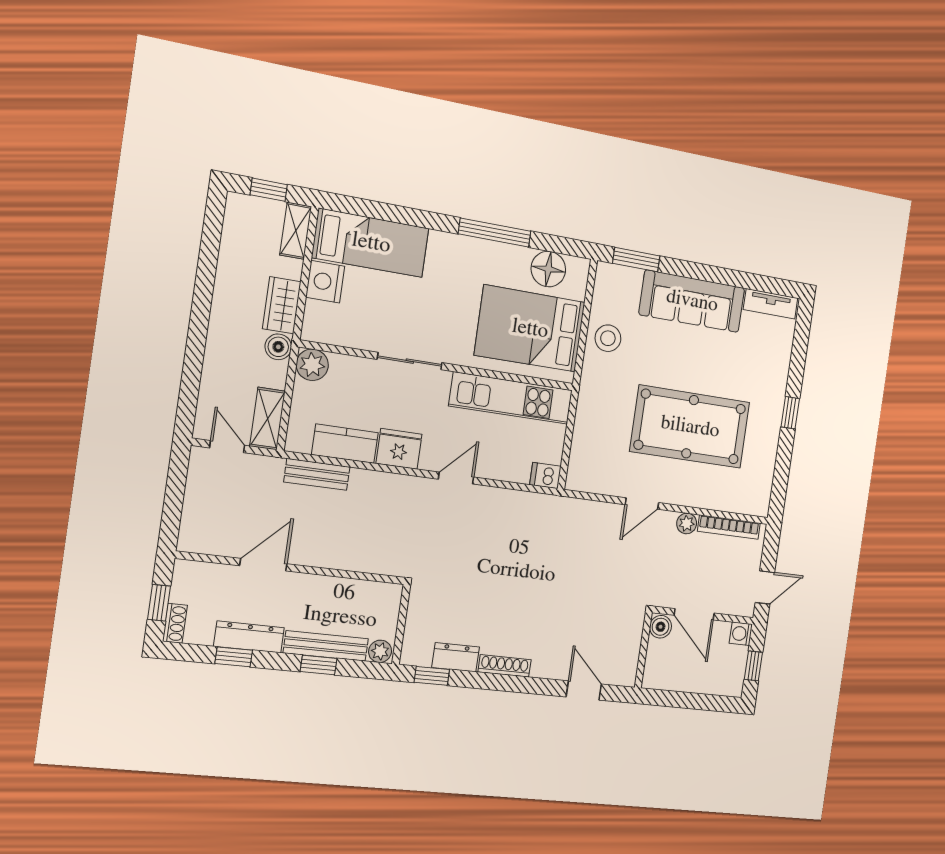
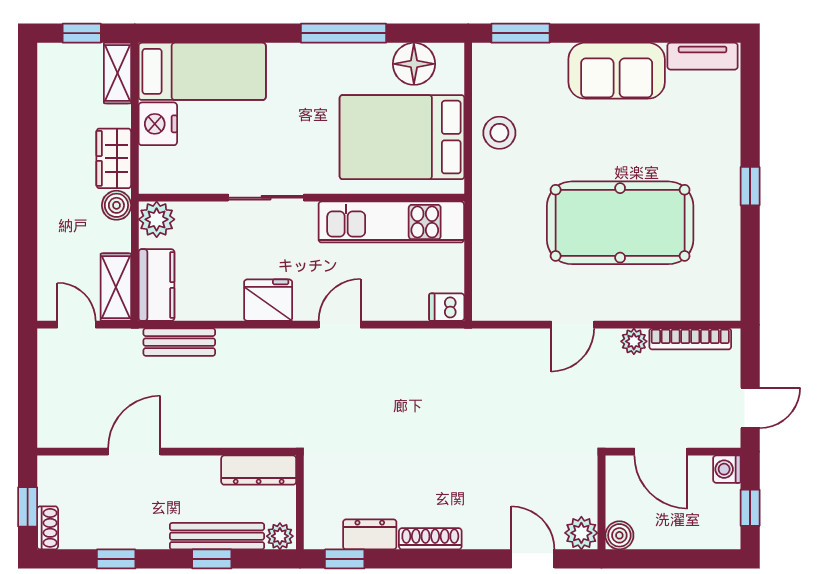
sofa: (692, 301) -> (617, 71), width x0.73
kitchen counter: (345, 444) -> (157, 285), moved, turned 90
boiler: (661, 627) -> (619, 535), moved
dresser: (249, 637) -> (259, 470), moved, turned 180
plant: (624, 673) -> (581, 533), added

